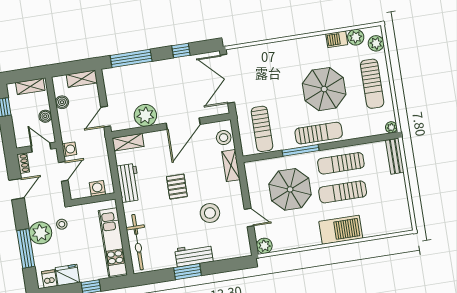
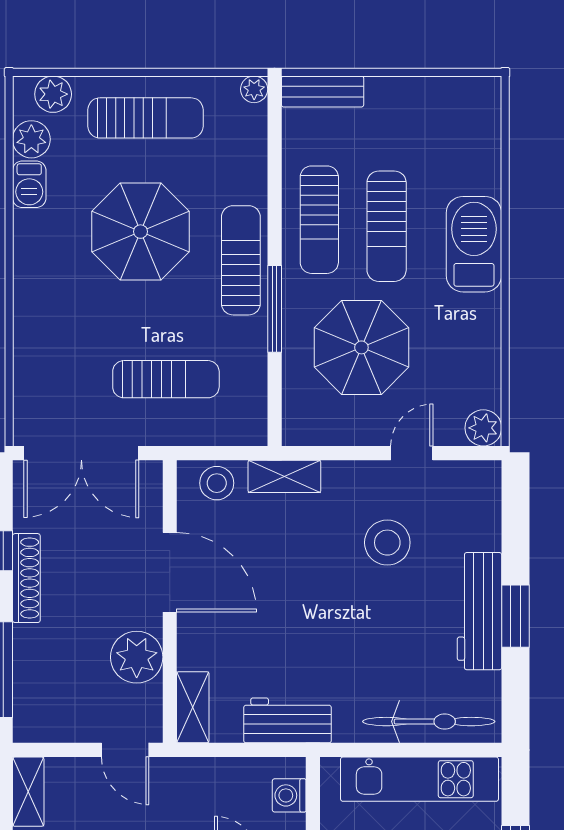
shoe rack: (171, 64) -> (26, 578), added
sun lounger: (262, 129) -> (166, 379), moved
pallet: (177, 187) -> (314, 610), removed
workbench: (194, 255) -> (480, 611), width x1.38

